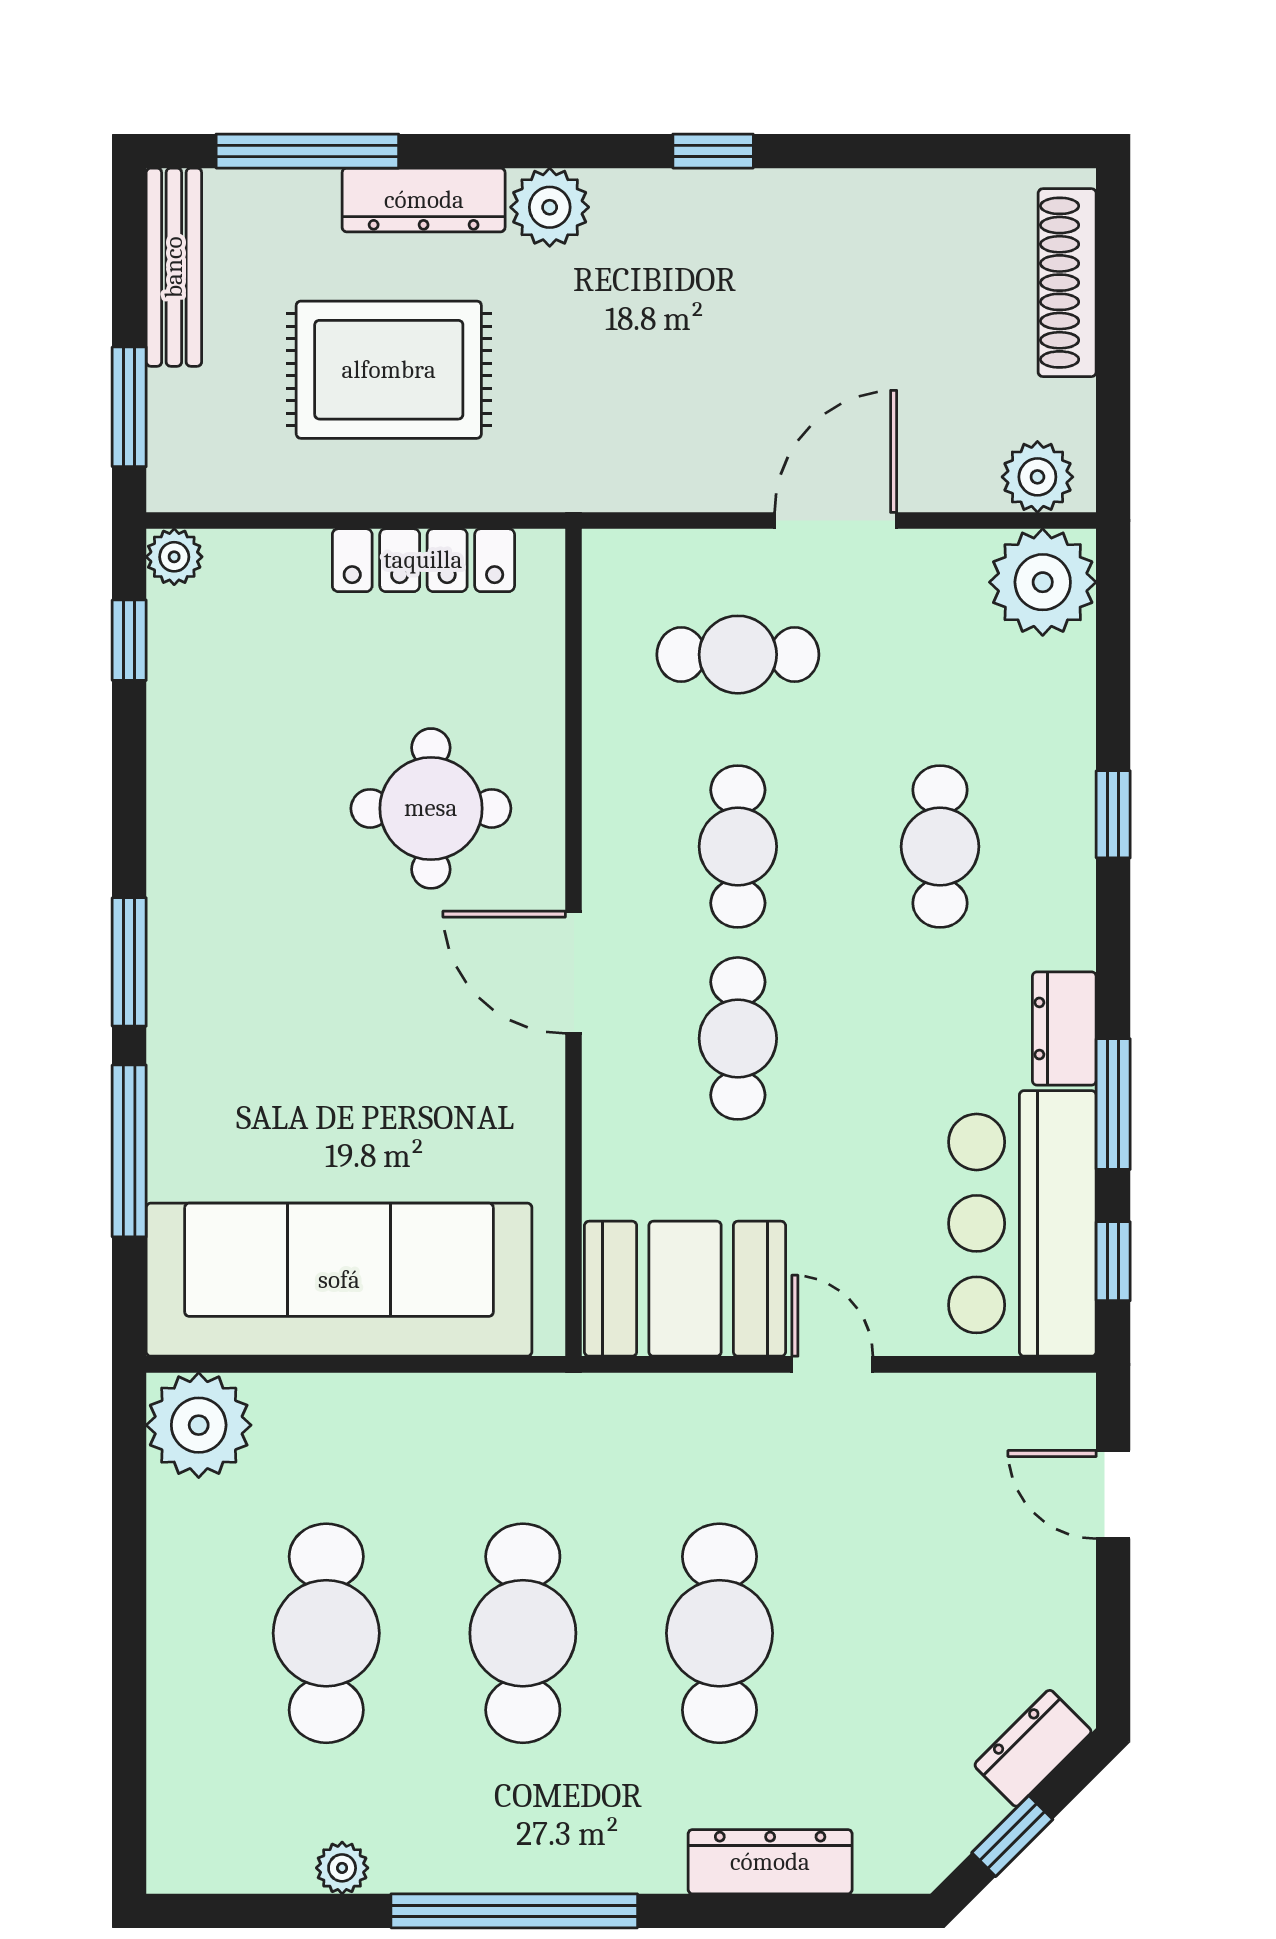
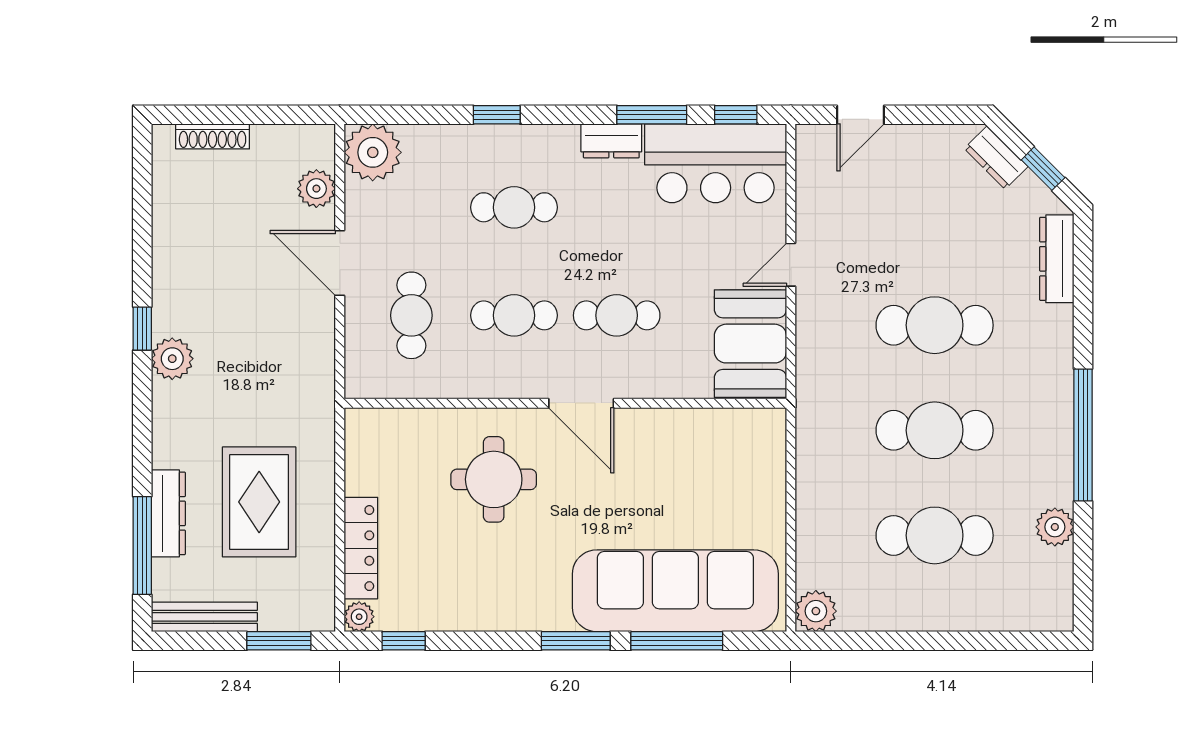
dresser: (424, 200) -> (168, 513), moved
plant: (550, 207) -> (172, 359), moved
shoe rack: (1067, 283) -> (213, 136), width x0.74, depth x0.81
plant: (1037, 477) -> (316, 189), moved
locker: (423, 560) -> (361, 548), moved
door: (574, 972) -> (581, 403), hinge flipped
sofa: (339, 1280) -> (675, 591), moved, turned 90
plant: (199, 1425) -> (816, 611), width x0.73, depth x0.73
dresser: (770, 1862) -> (1057, 259), moved
plant: (342, 1868) -> (1055, 527), width x1.38, depth x1.38

